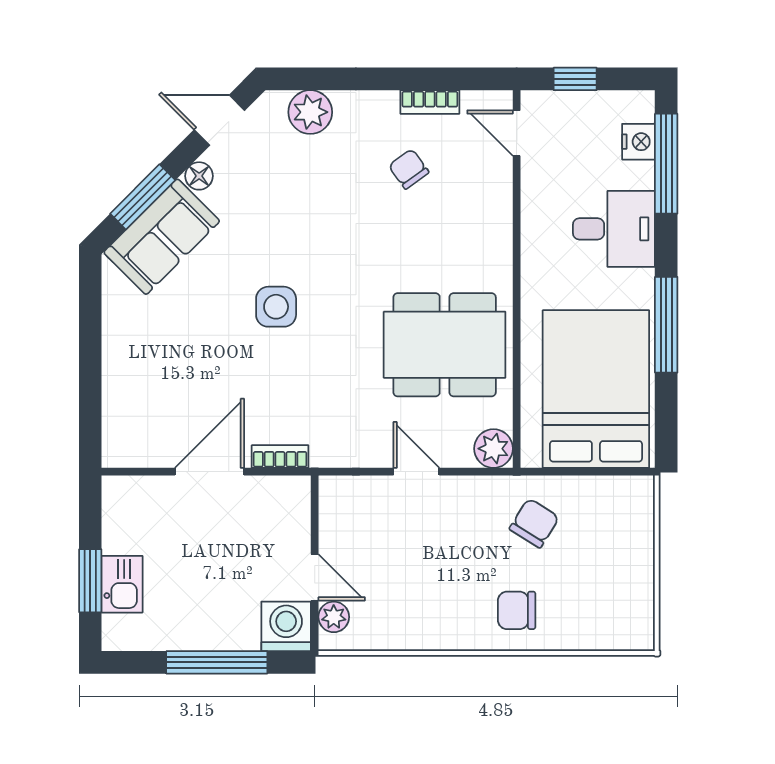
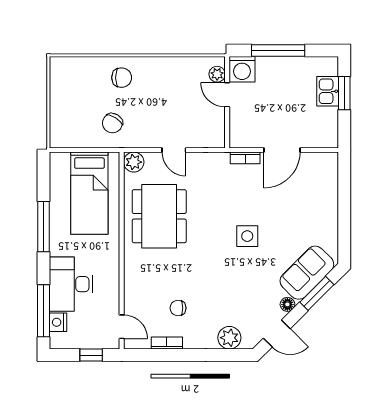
chair: (409, 169) -> (178, 308), turned 126
desk: (614, 229) -> (71, 284), width x1.37
dining table: (445, 345) -> (159, 216), turned 90
bed: (596, 389) -> (89, 193), width x0.67

